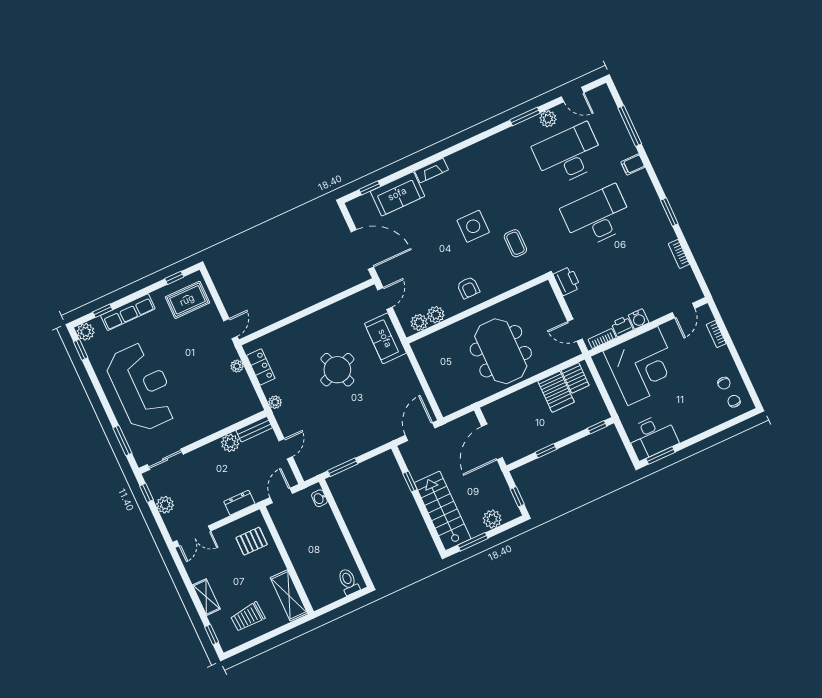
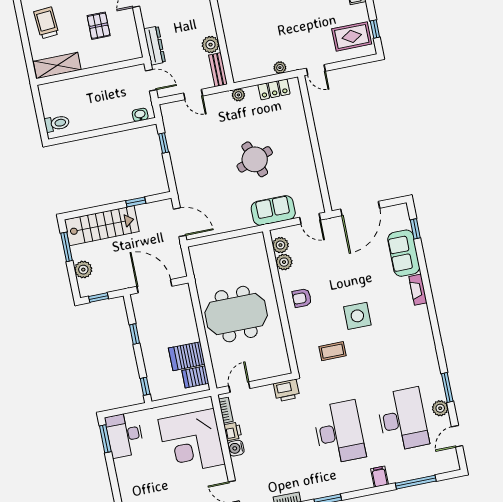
rug: (187, 300) -> (352, 36), turned 90
window: (343, 467) -> (164, 143), width x0.67
dresser: (239, 503) -> (155, 46), width x1.44
pallet: (252, 541) -> (99, 26), moved

